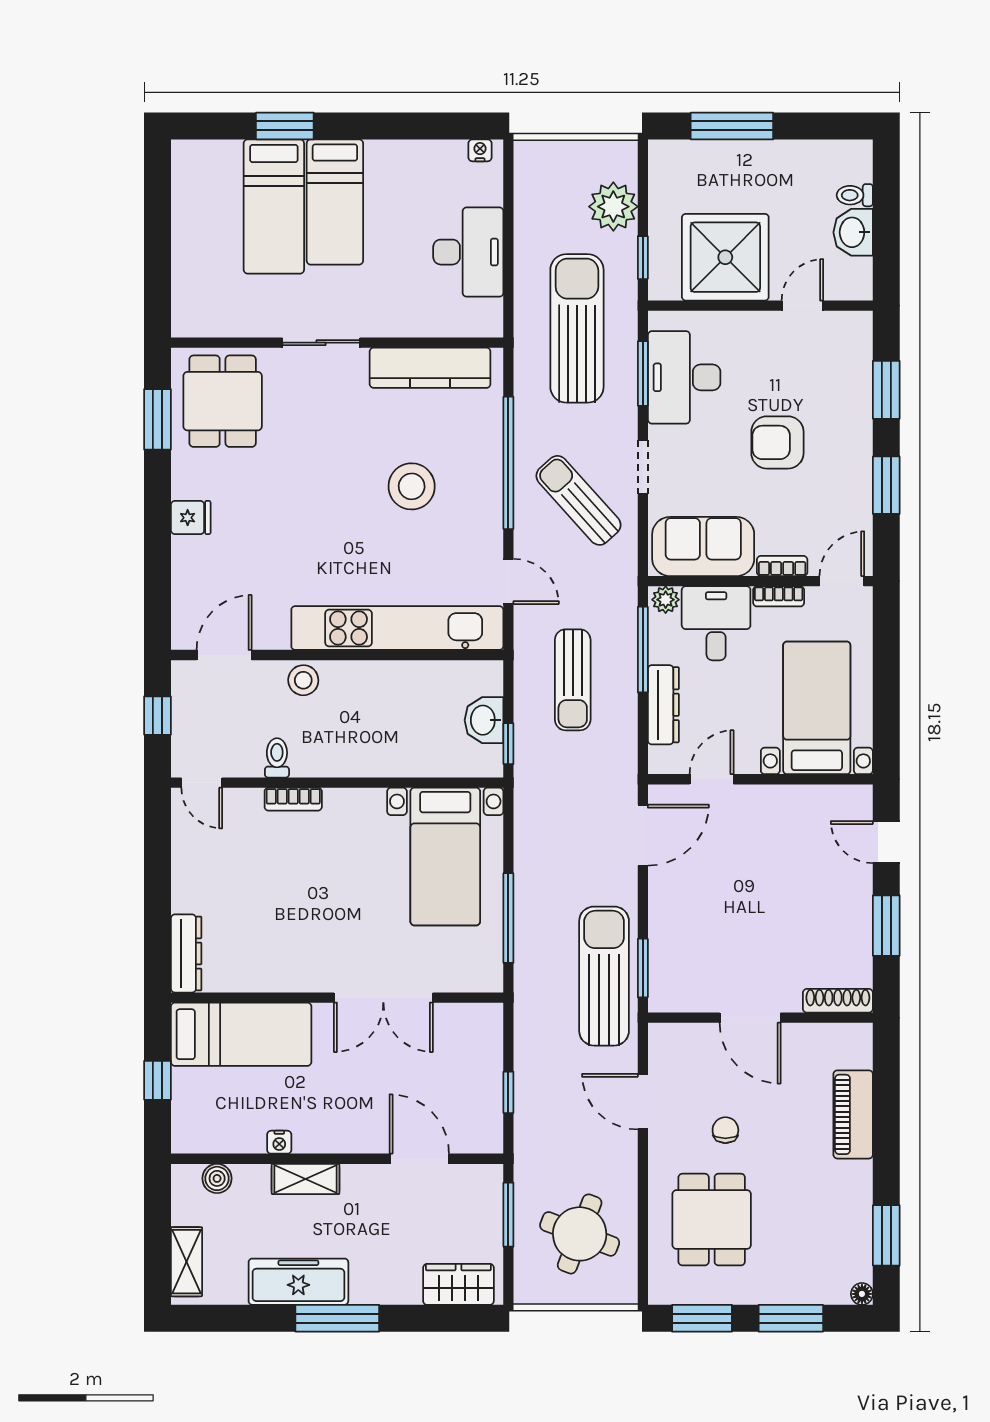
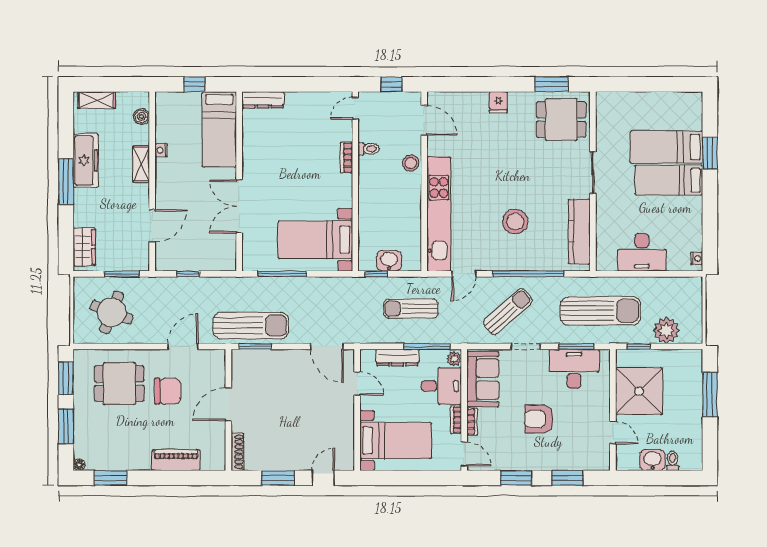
armchair: (777, 442) -> (539, 419), turned -90
chair: (725, 1130) -> (168, 391), width x1.87, depth x1.87

